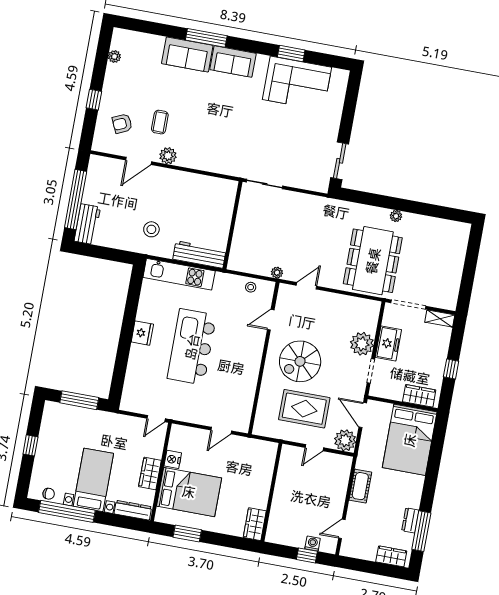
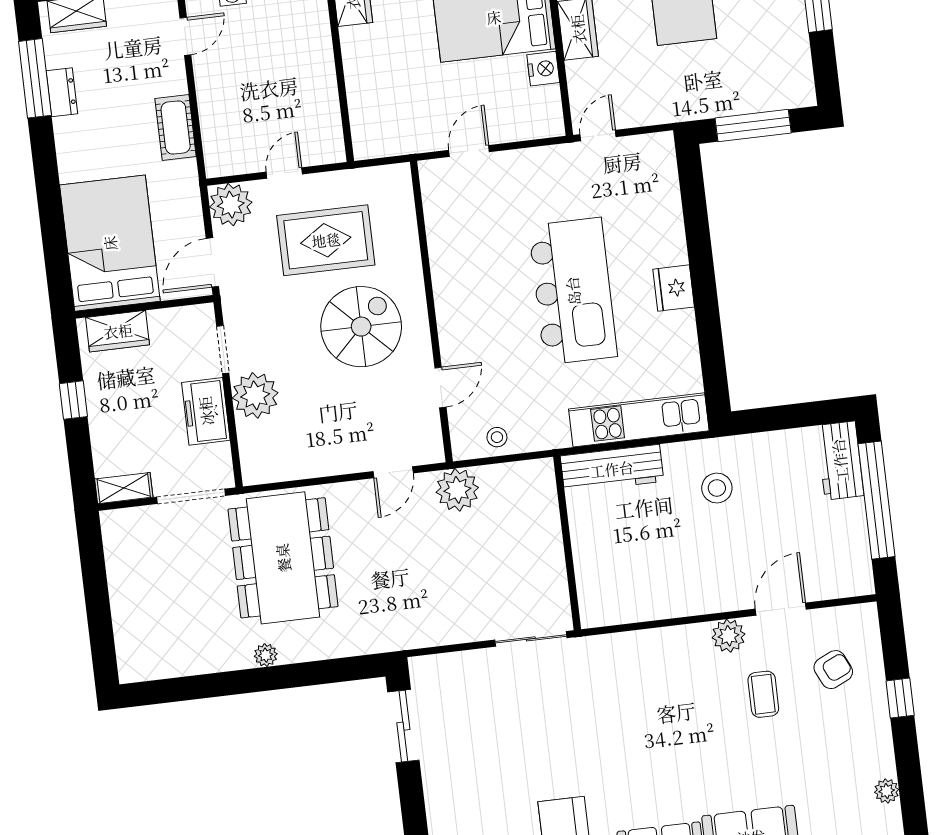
plant: (277, 273) -> (457, 490), width x1.87, depth x1.87
door: (363, 415) -> (212, 262), swing flipped

